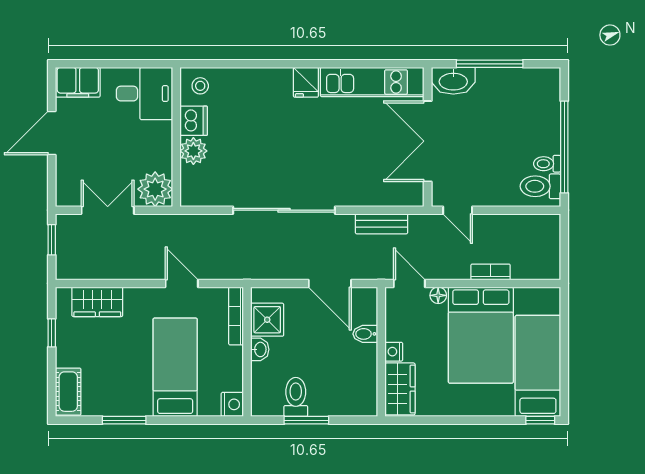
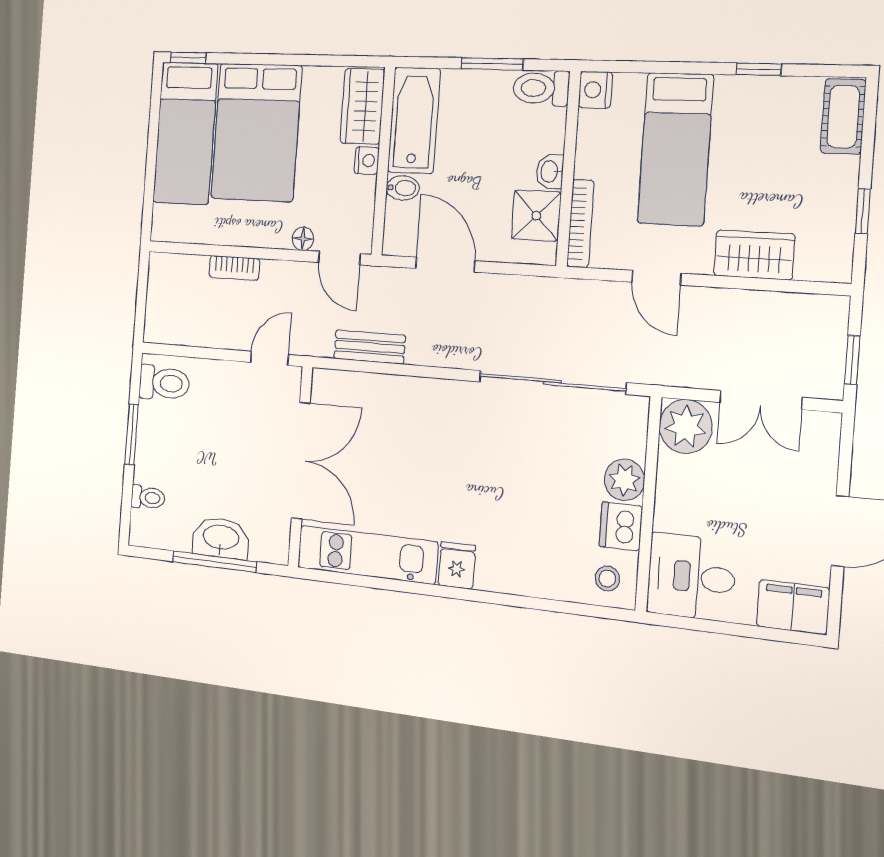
washbasin: (453, 81) -> (221, 538), moved
window: (564, 147) -> (132, 435), width x0.47
toilet: (547, 164) -> (148, 498), moved
sliding door: (284, 210) -> (552, 382), moved
door: (458, 210) -> (269, 358), hinge flipped
wardrobe: (97, 302) -> (754, 255), moved
bed: (481, 335) -> (256, 132), moved, turned 180
bathtub: (361, 380) -> (414, 120), added
toilet: (296, 397) -> (541, 88), moved, turned 90
window: (124, 420) -> (759, 69), width x0.67

